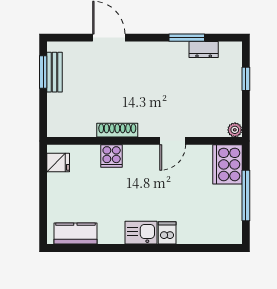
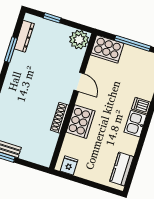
dresser: (204, 50) -> (24, 36), width x1.44
plant: (235, 130) -> (79, 40), width x1.88, depth x1.88
cooker: (112, 156) -> (81, 122), width x1.87, depth x1.31

